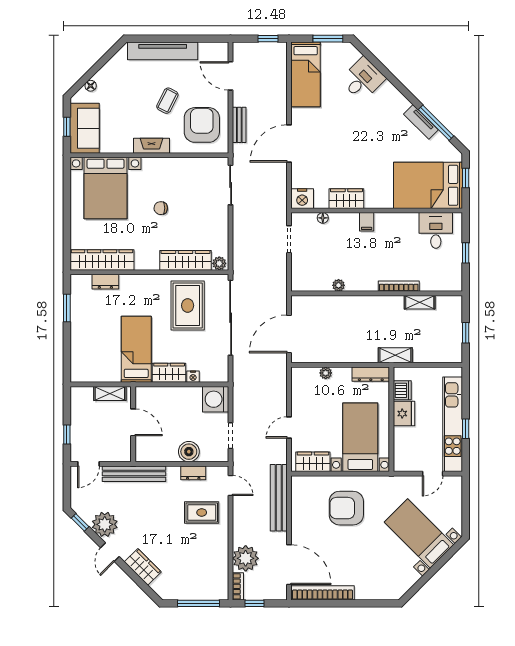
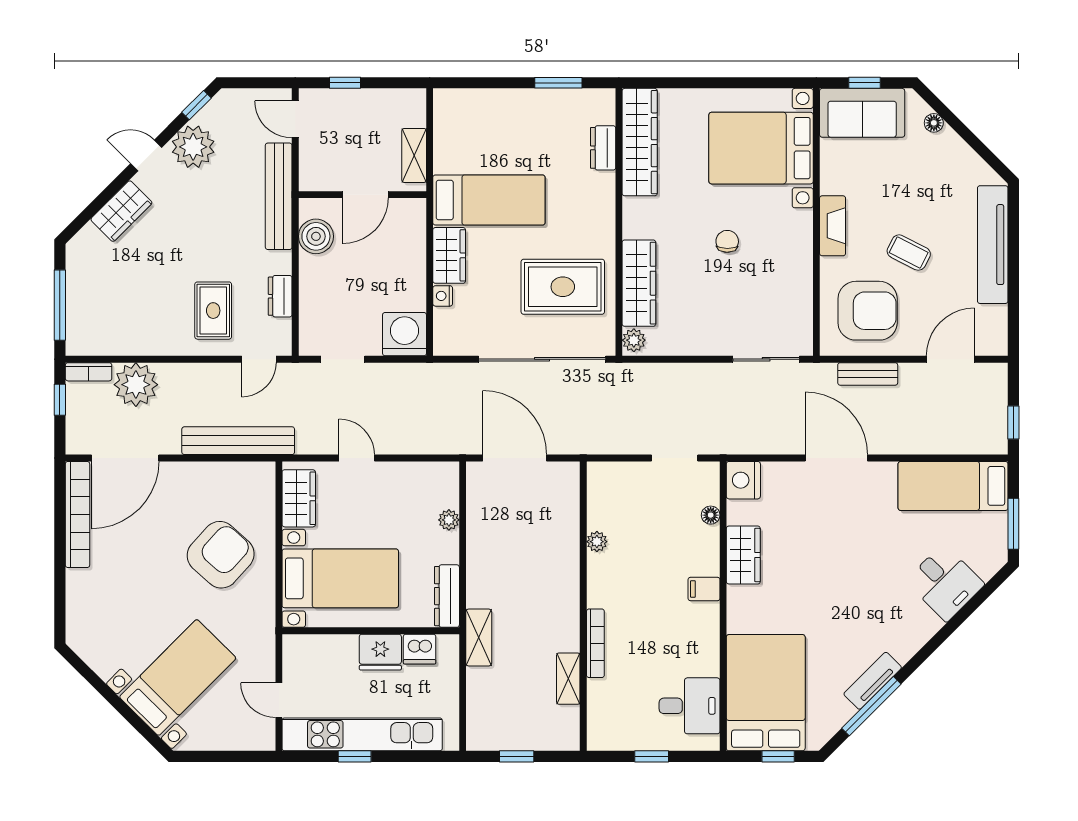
boiler: (189, 452) -> (316, 236), moved
armchair: (346, 508) -> (221, 555), turned 42

